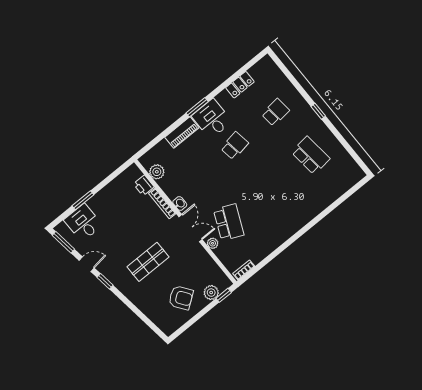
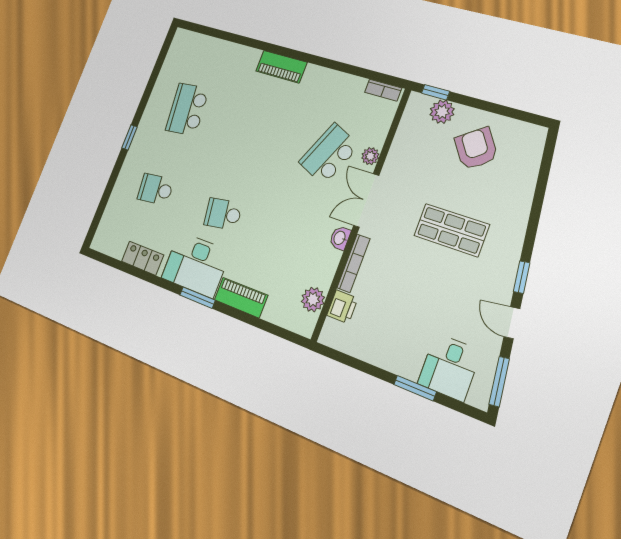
desk: (212, 119) -> (196, 265), width x1.37
piano: (297, 223) -> (281, 67), added

